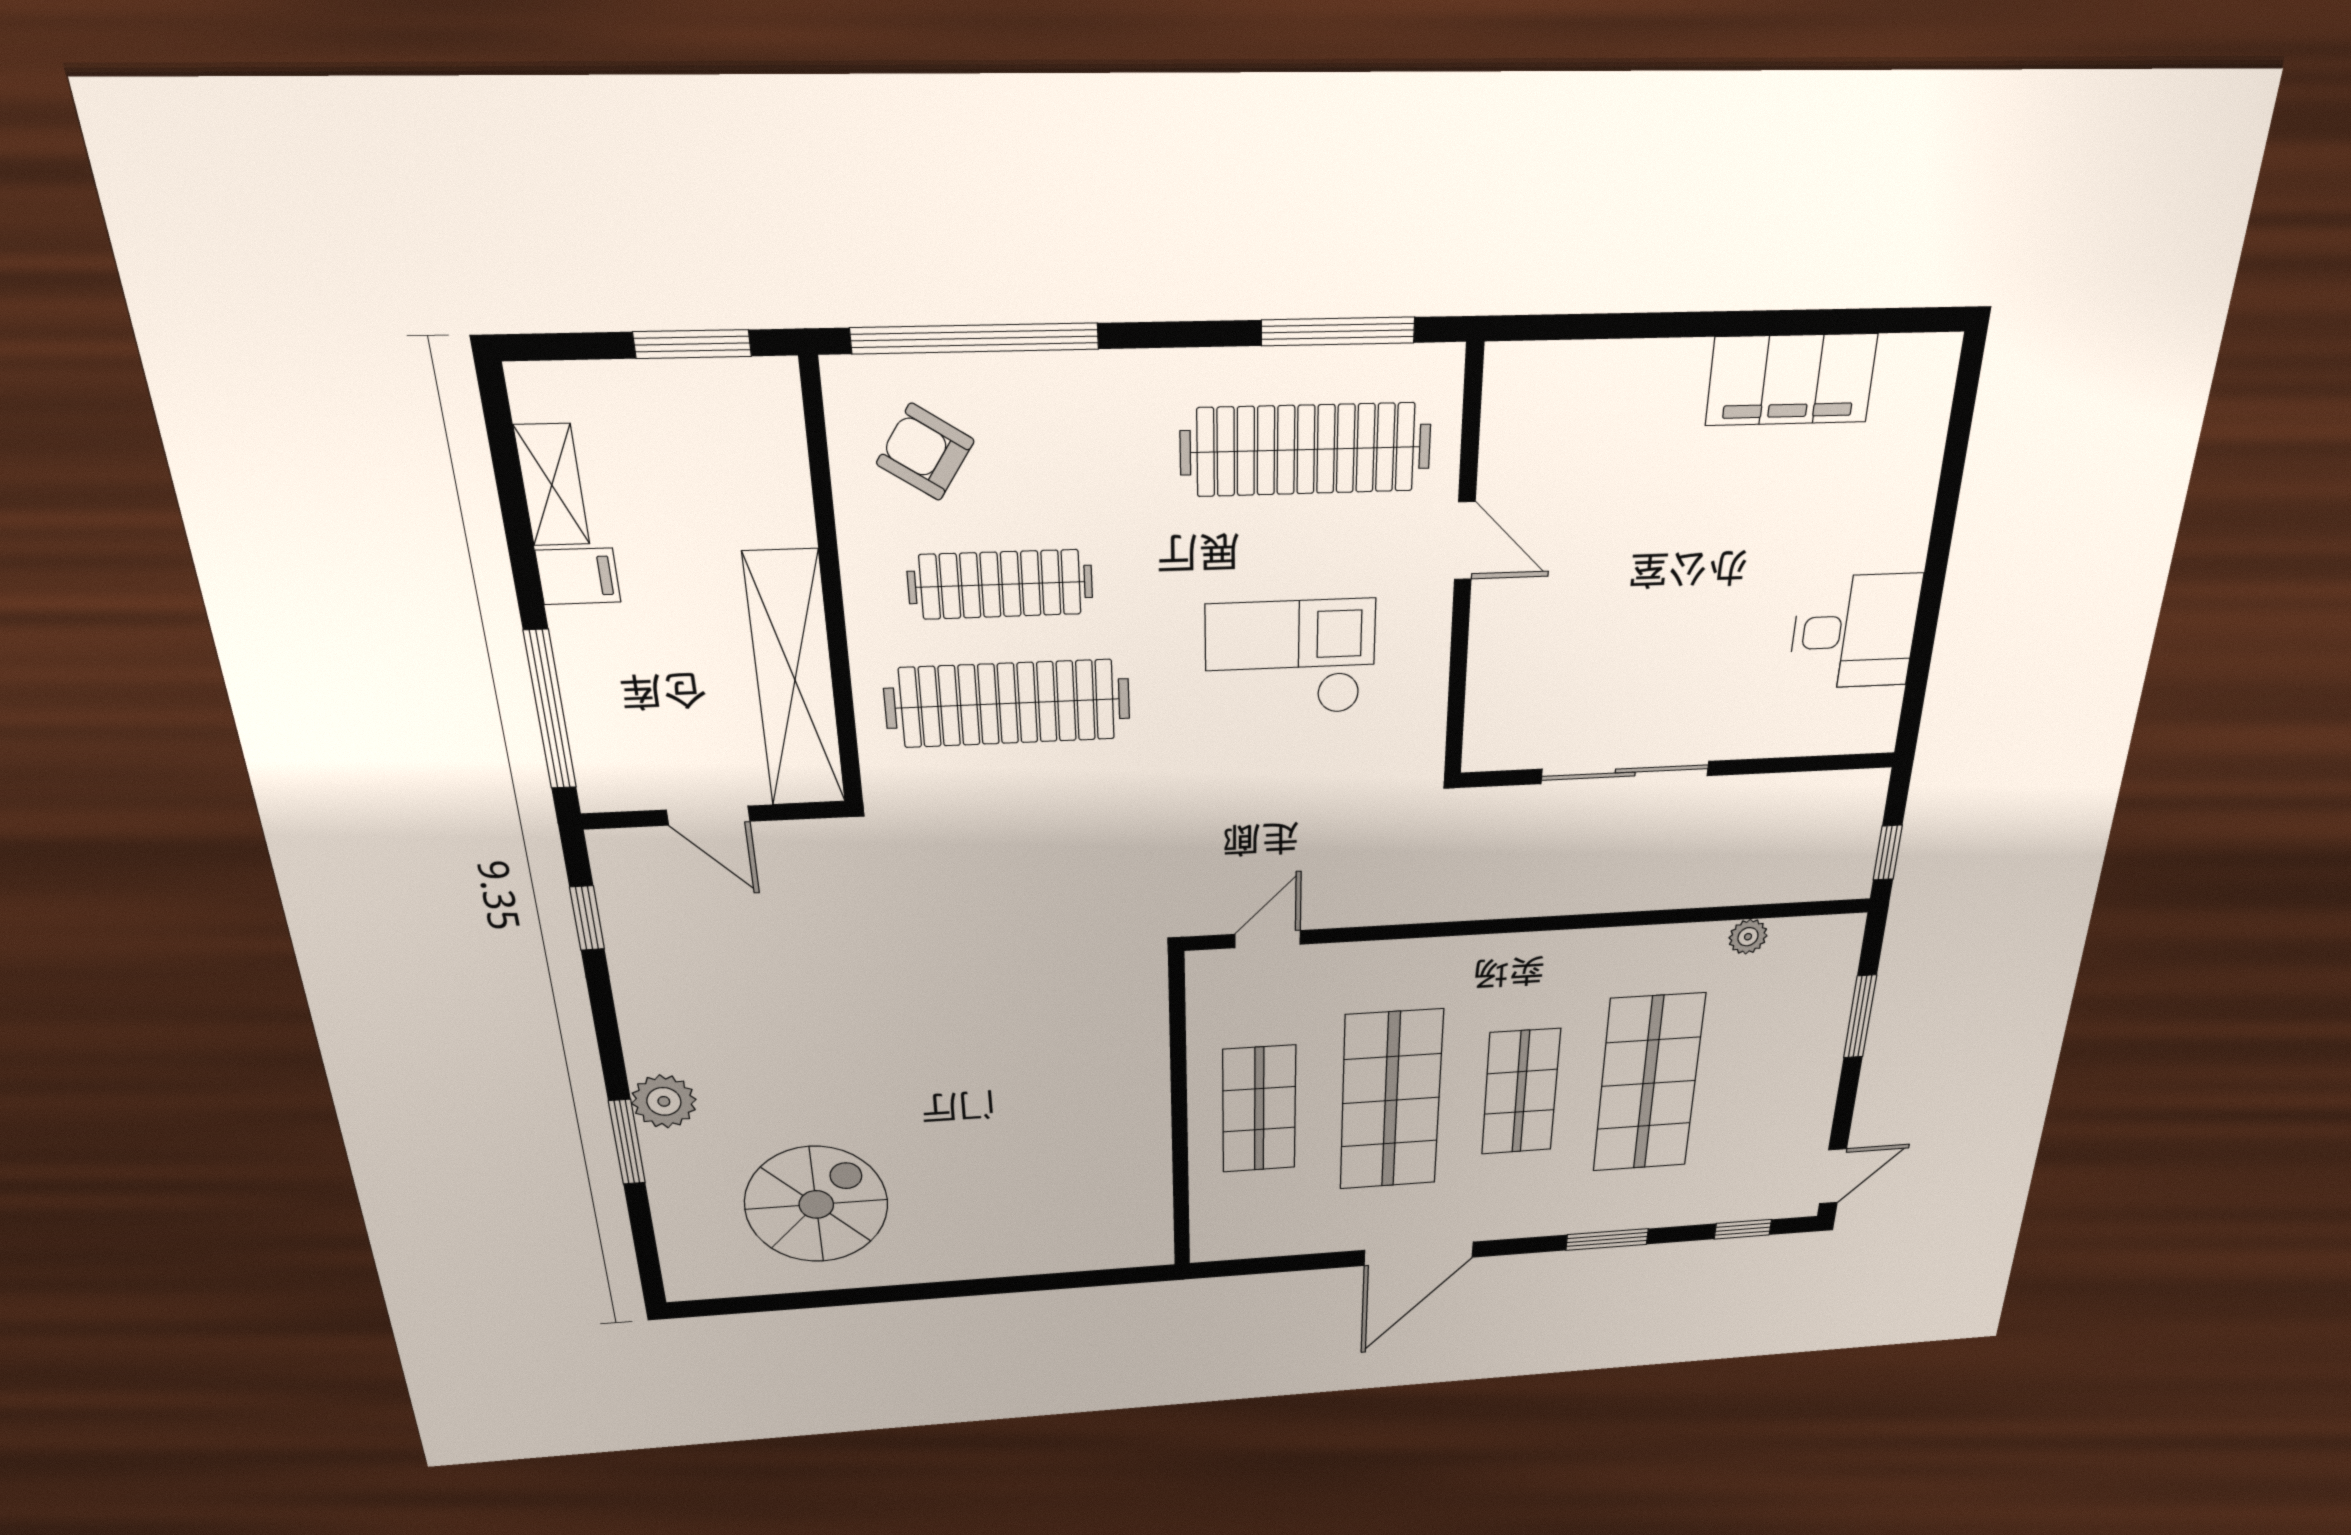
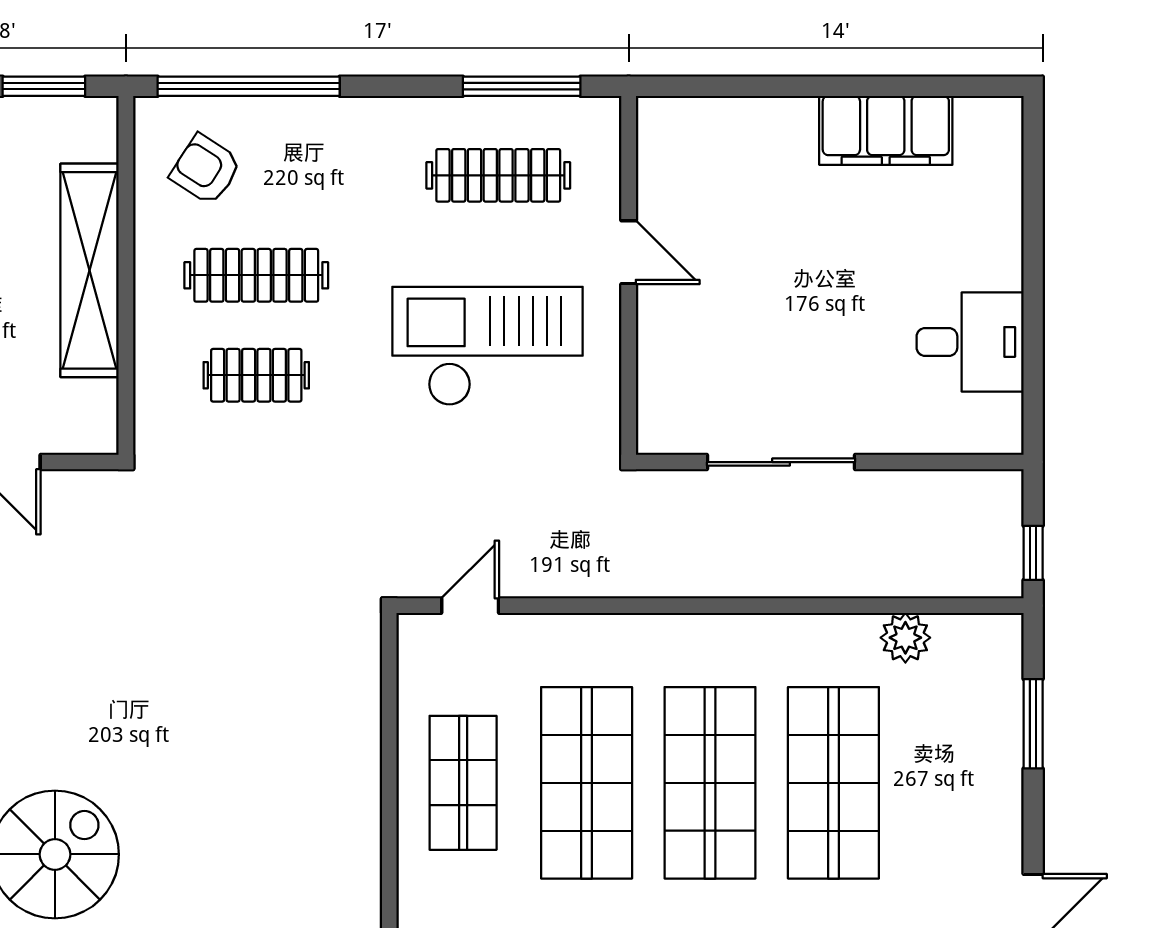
clothes rail: (1306, 450) -> (498, 175), width x0.73, depth x0.76
checkout: (1290, 658) -> (488, 346), width x1.36, depth x1.21
shelving: (795, 680) -> (90, 270), moved
clothes rail: (1008, 703) -> (256, 375), width x0.54, depth x0.76
plant: (1748, 937) -> (905, 638), width x1.38, depth x1.38
shop shelf: (1521, 1092) -> (710, 783), width x1.43, depth x1.36

